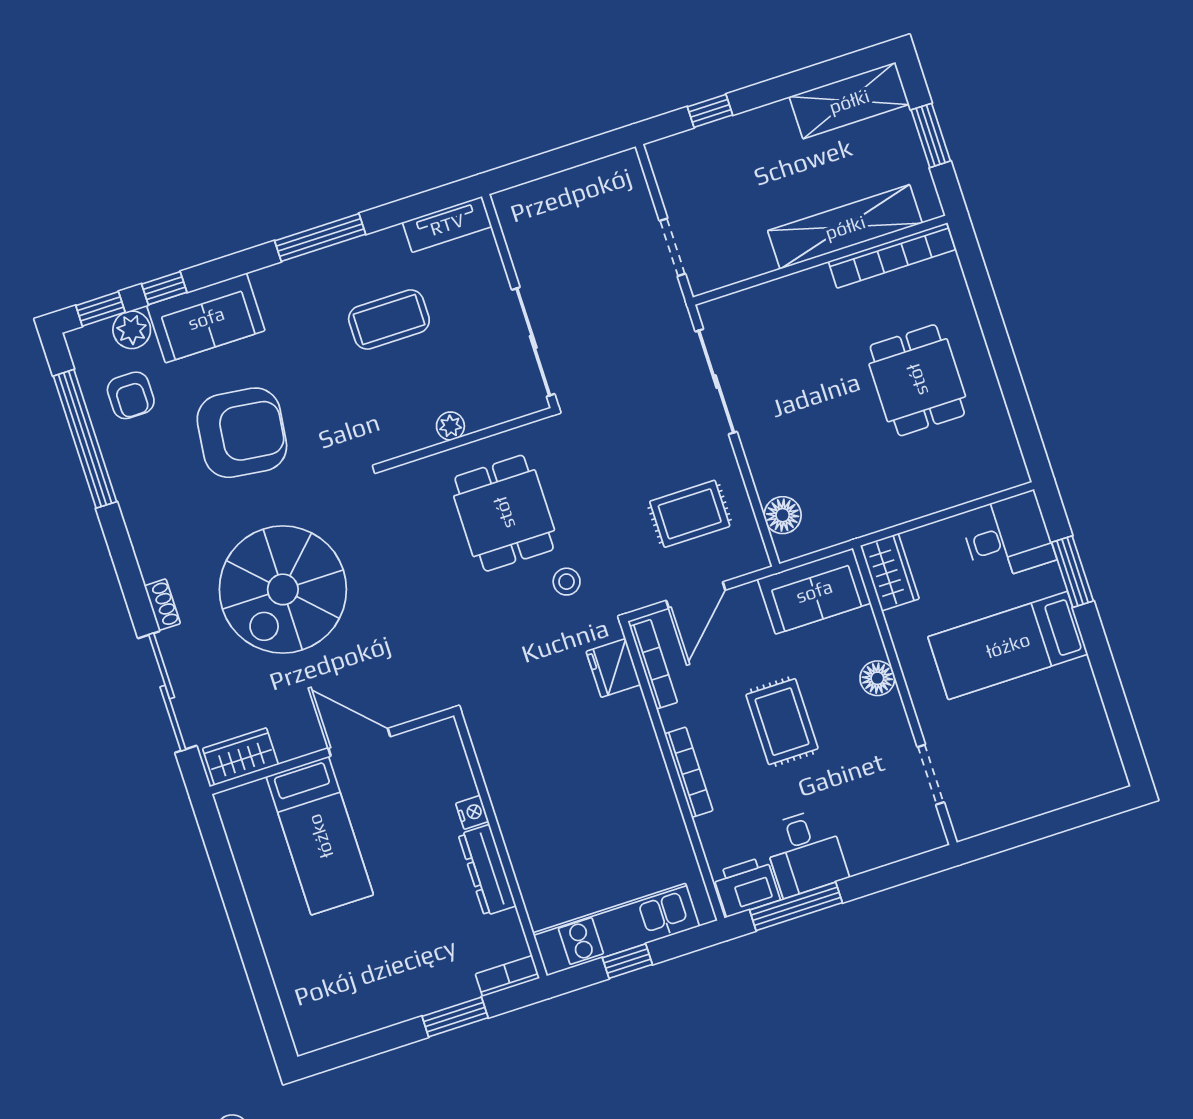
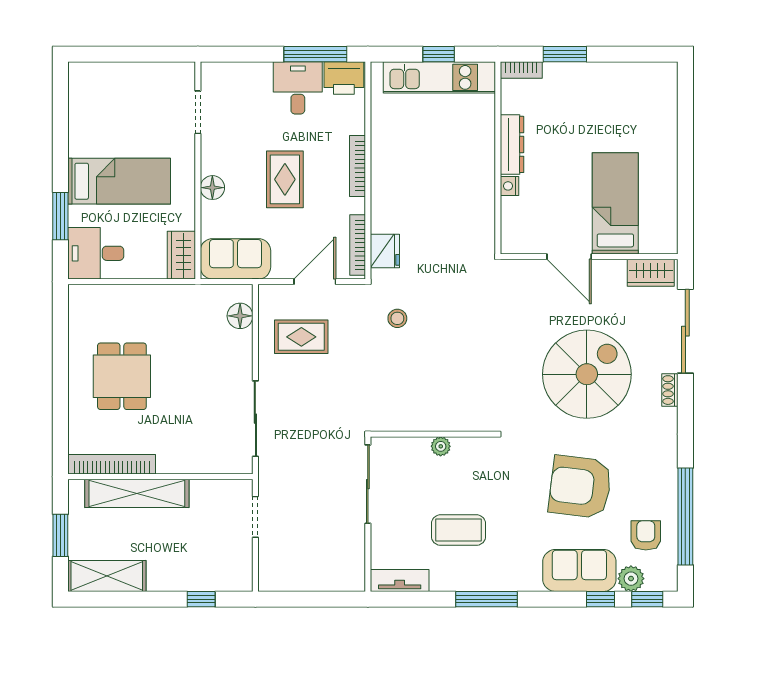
dining table: (504, 513) -> (424, 377), removed

